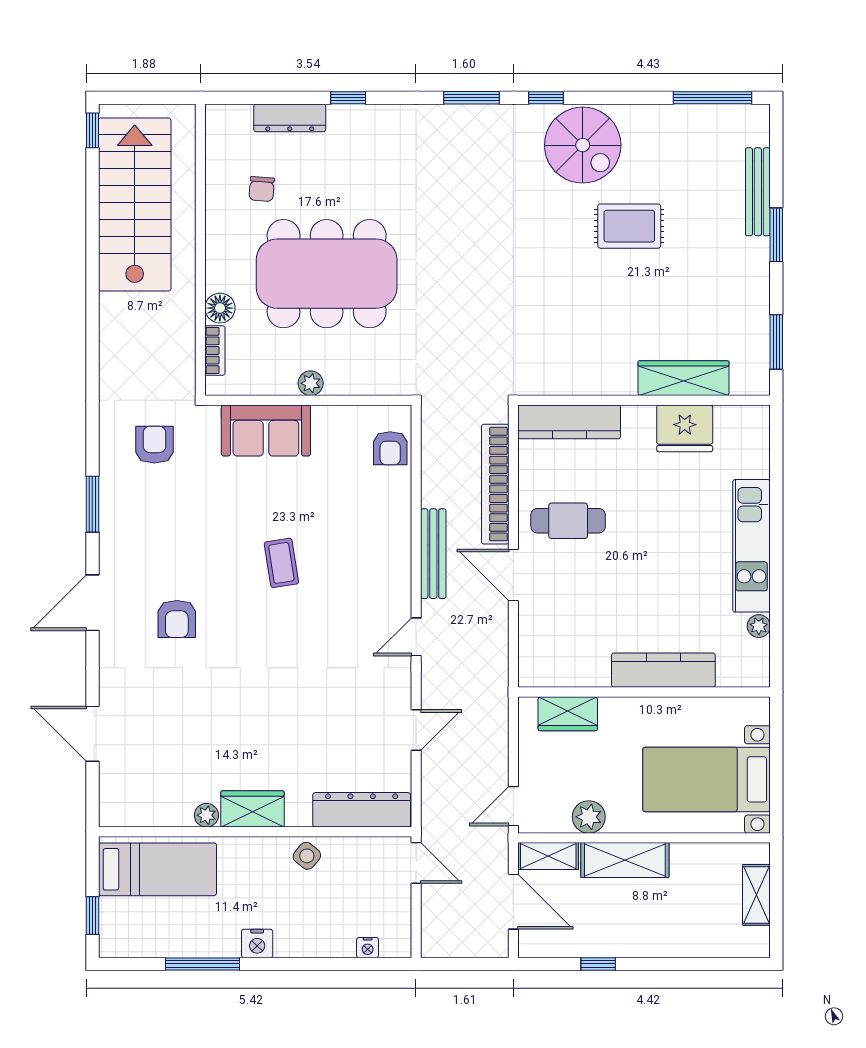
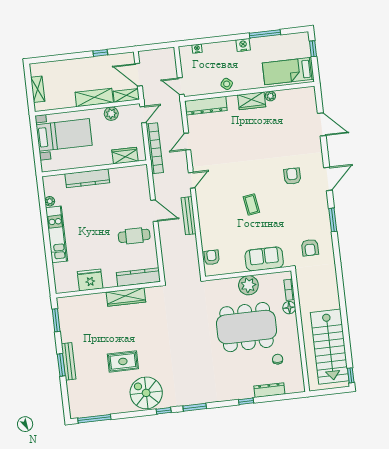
bench: (758, 192) -> (69, 361), moved
wardrobe: (684, 378) -> (126, 297), moved
plant: (311, 383) -> (248, 285), width x1.87, depth x1.87
bookcase: (495, 484) -> (155, 148), moved

